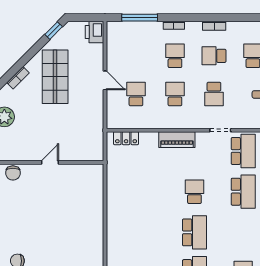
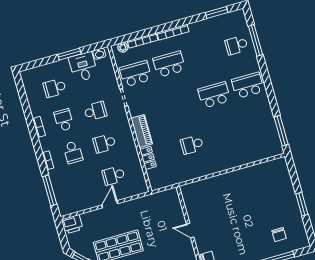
school desk: (175, 56) -> (73, 152), turned -90
school desk: (214, 56) -> (64, 120), turned 180
locker: (126, 138) -> (148, 158), moved
school desk: (194, 192) -> (192, 145), moved

